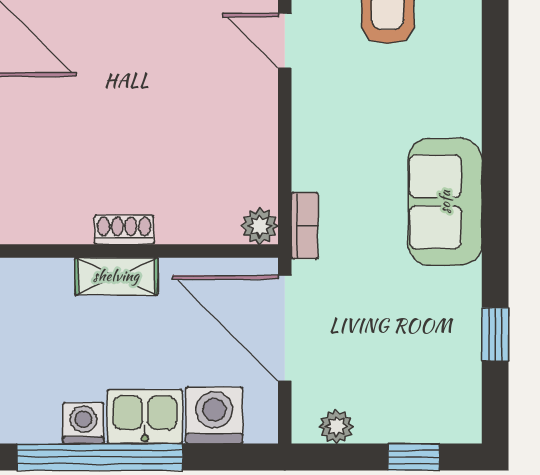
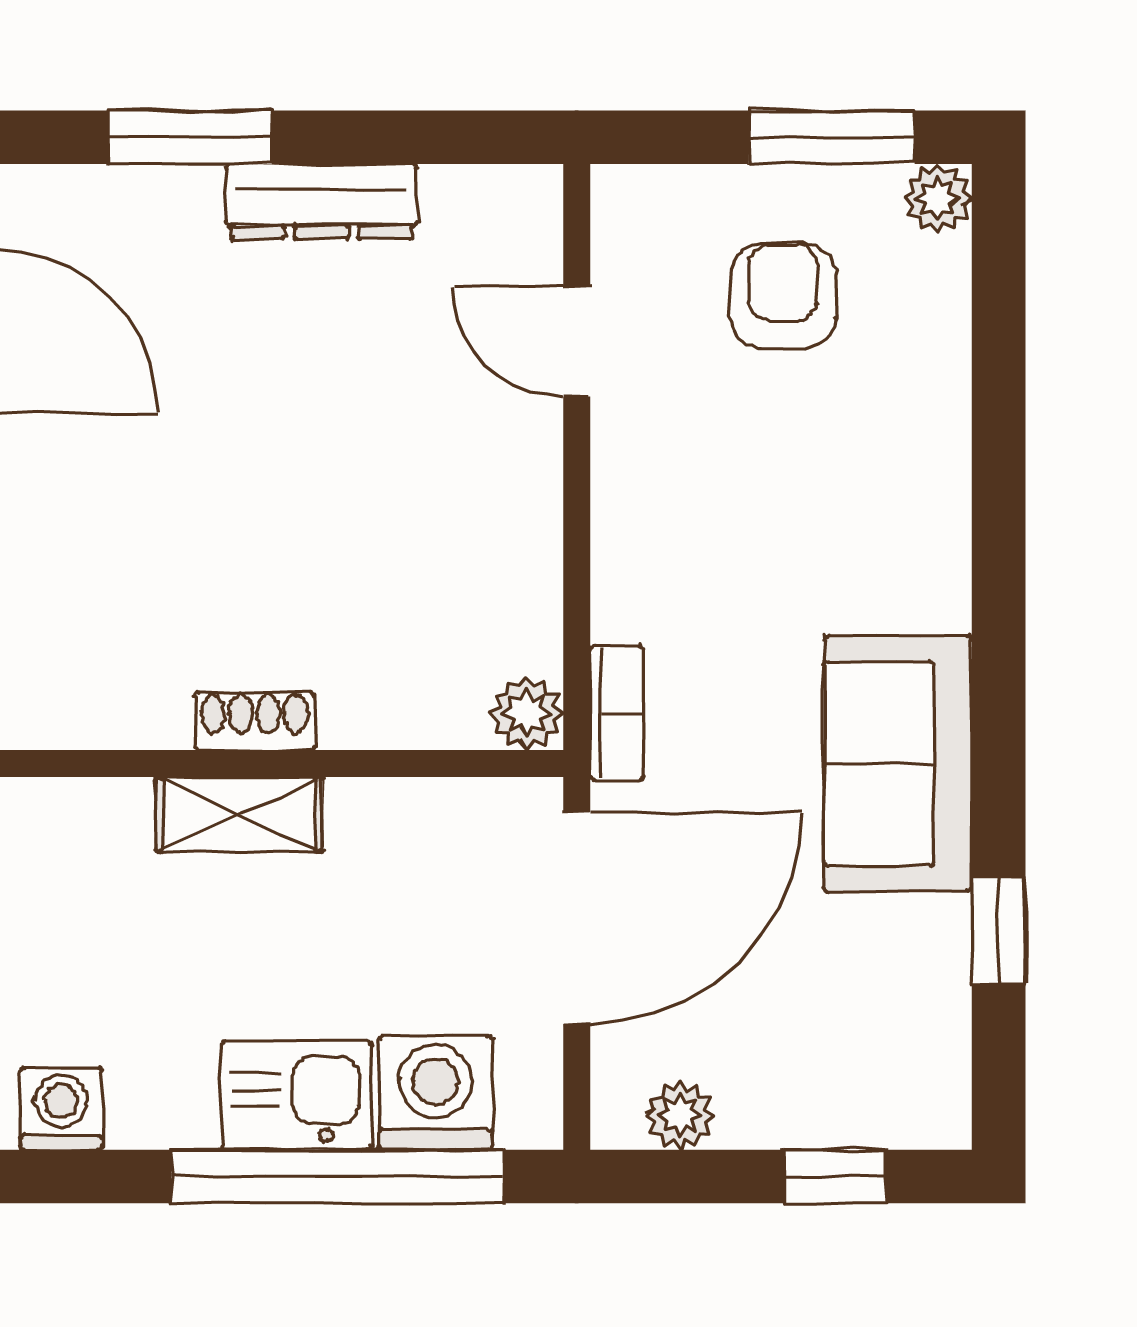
sofa: (445, 202) -> (898, 764), moved
door: (285, 328) -> (577, 918), swing flipped
washing machine: (83, 423) -> (61, 1109), moved
window: (100, 457) -> (338, 1177), moved

